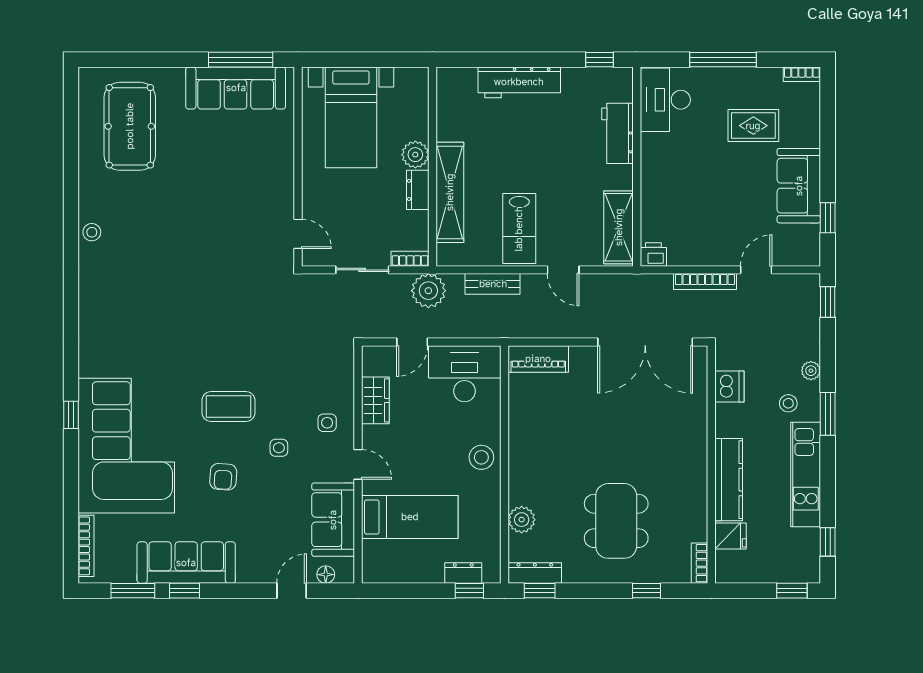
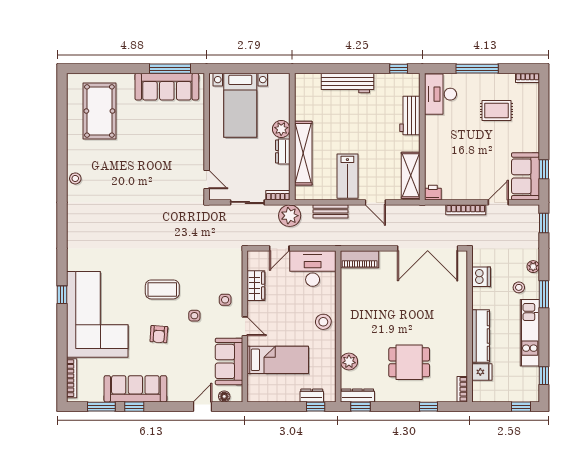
sofa: (799, 186) -> (525, 176), moved
dining table: (616, 521) -> (409, 362), width x0.73

